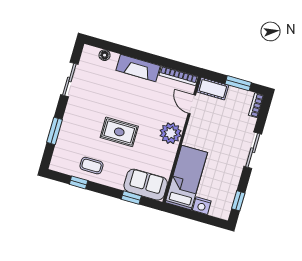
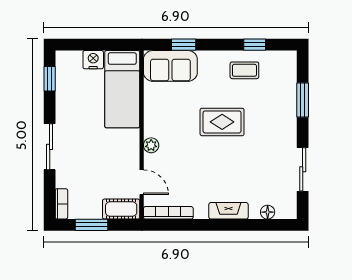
fireplace: (138, 68) -> (228, 211), width x0.73, depth x0.76
plant: (171, 133) -> (151, 145), width x0.53, depth x0.53

